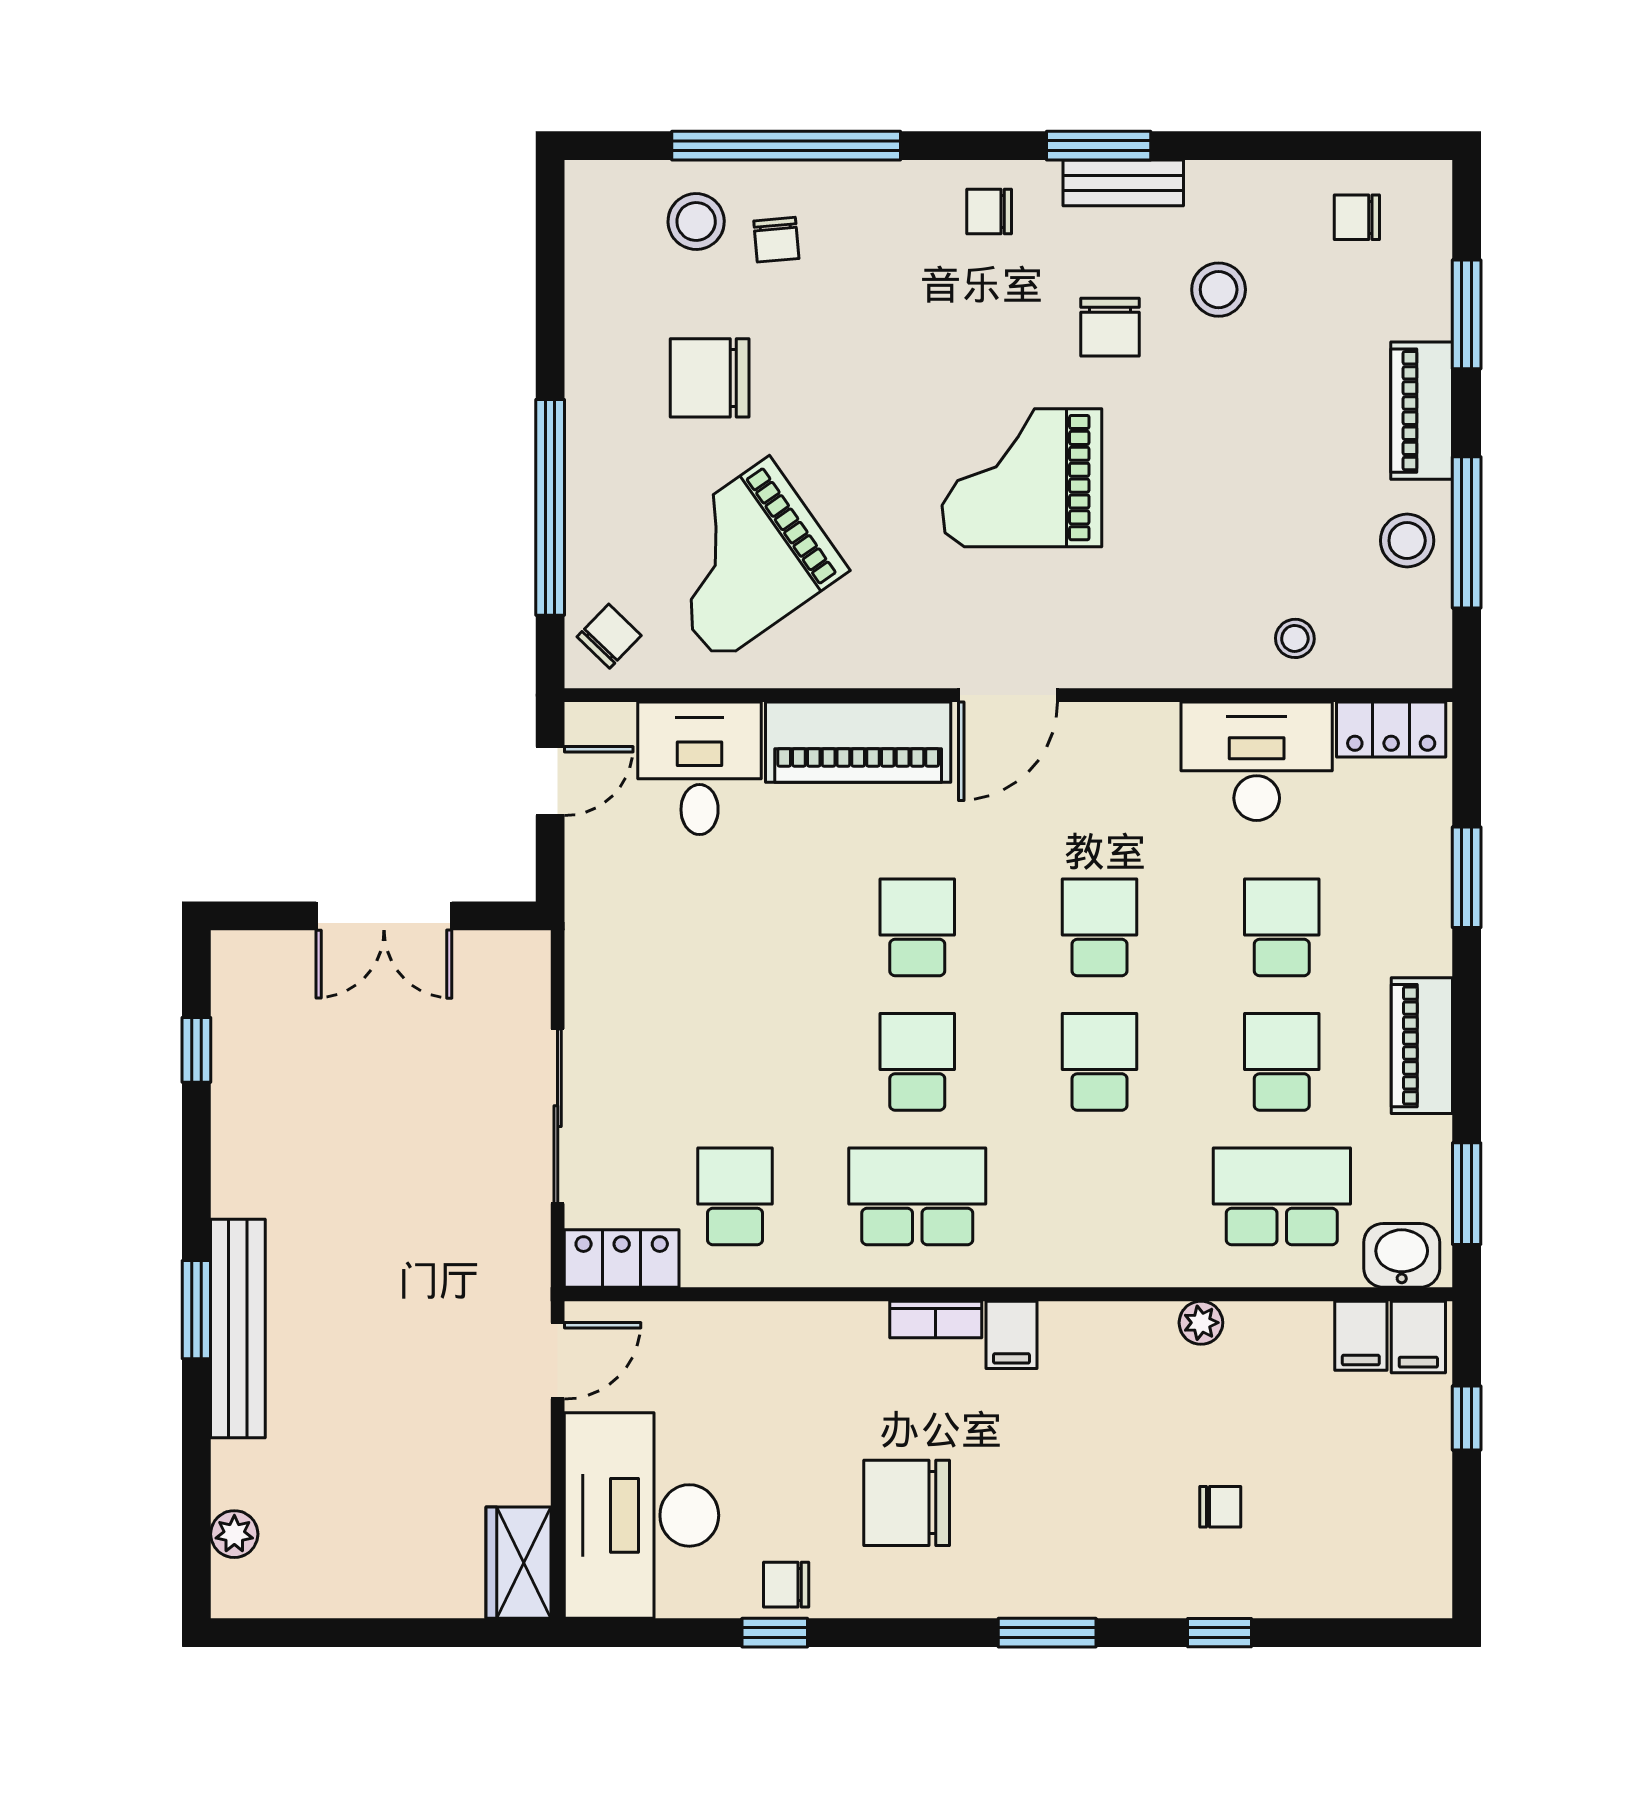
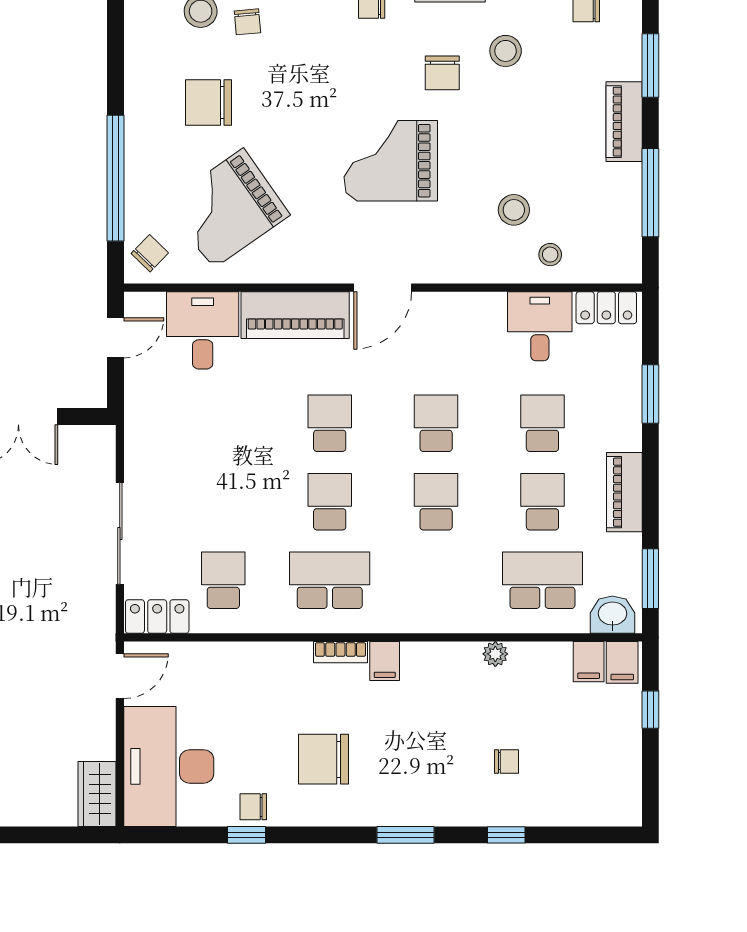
stool: (1407, 541) -> (514, 210), moved
desk: (1257, 761) -> (540, 326), width x0.73

